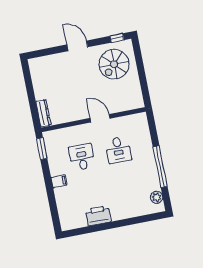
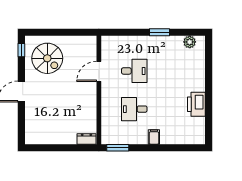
dresser: (43, 113) -> (86, 139), width x0.70
door: (100, 118) -> (99, 71), moved
window: (160, 167) -> (159, 32), width x0.47

